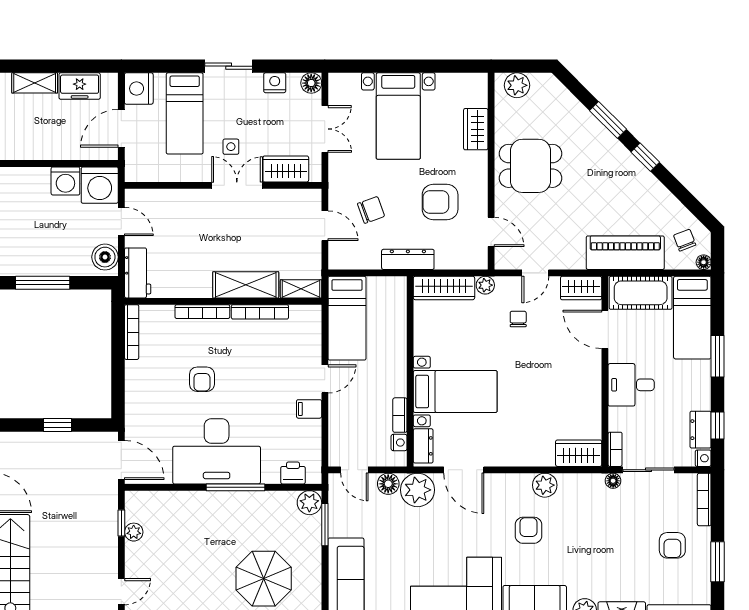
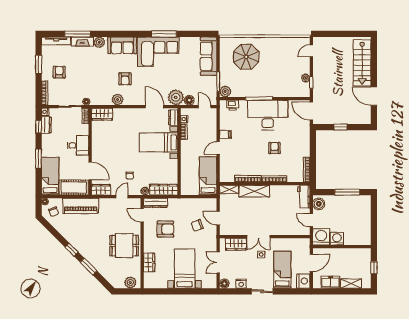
dresser: (408, 259) -> (156, 203), moved

